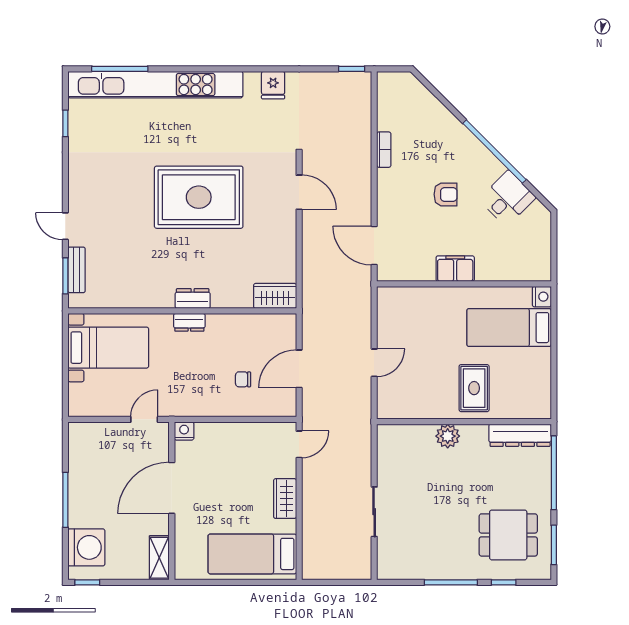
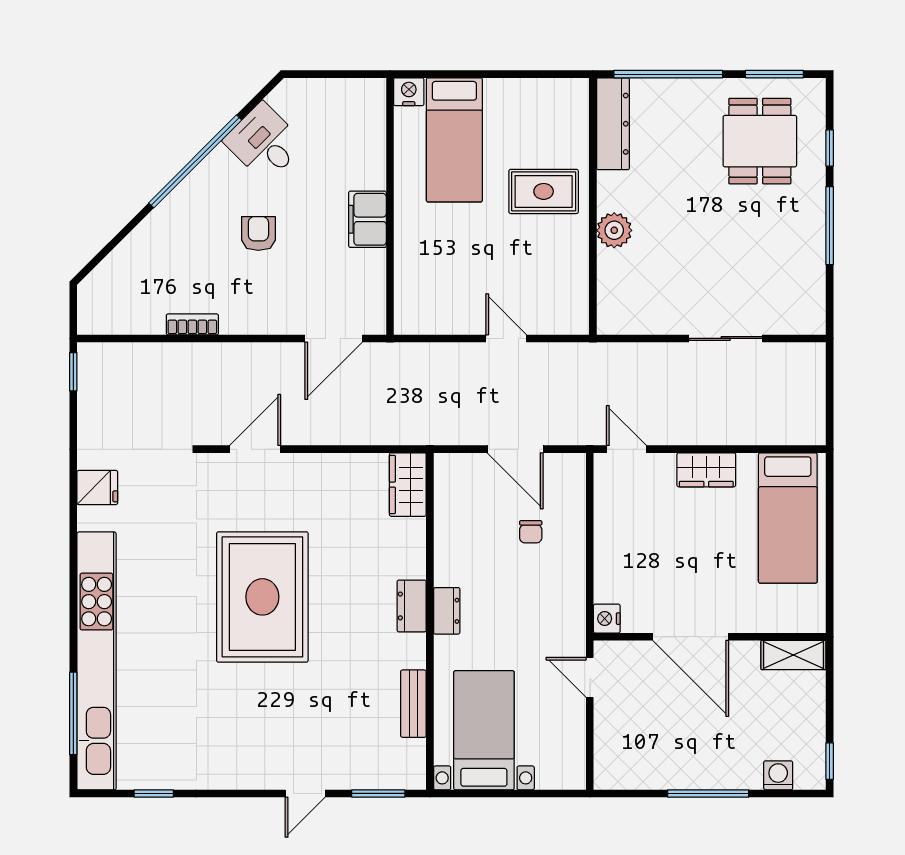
bench: (77, 270) -> (413, 704), moved, turned 90
washing machine: (86, 547) -> (778, 775), width x0.53, depth x0.53

